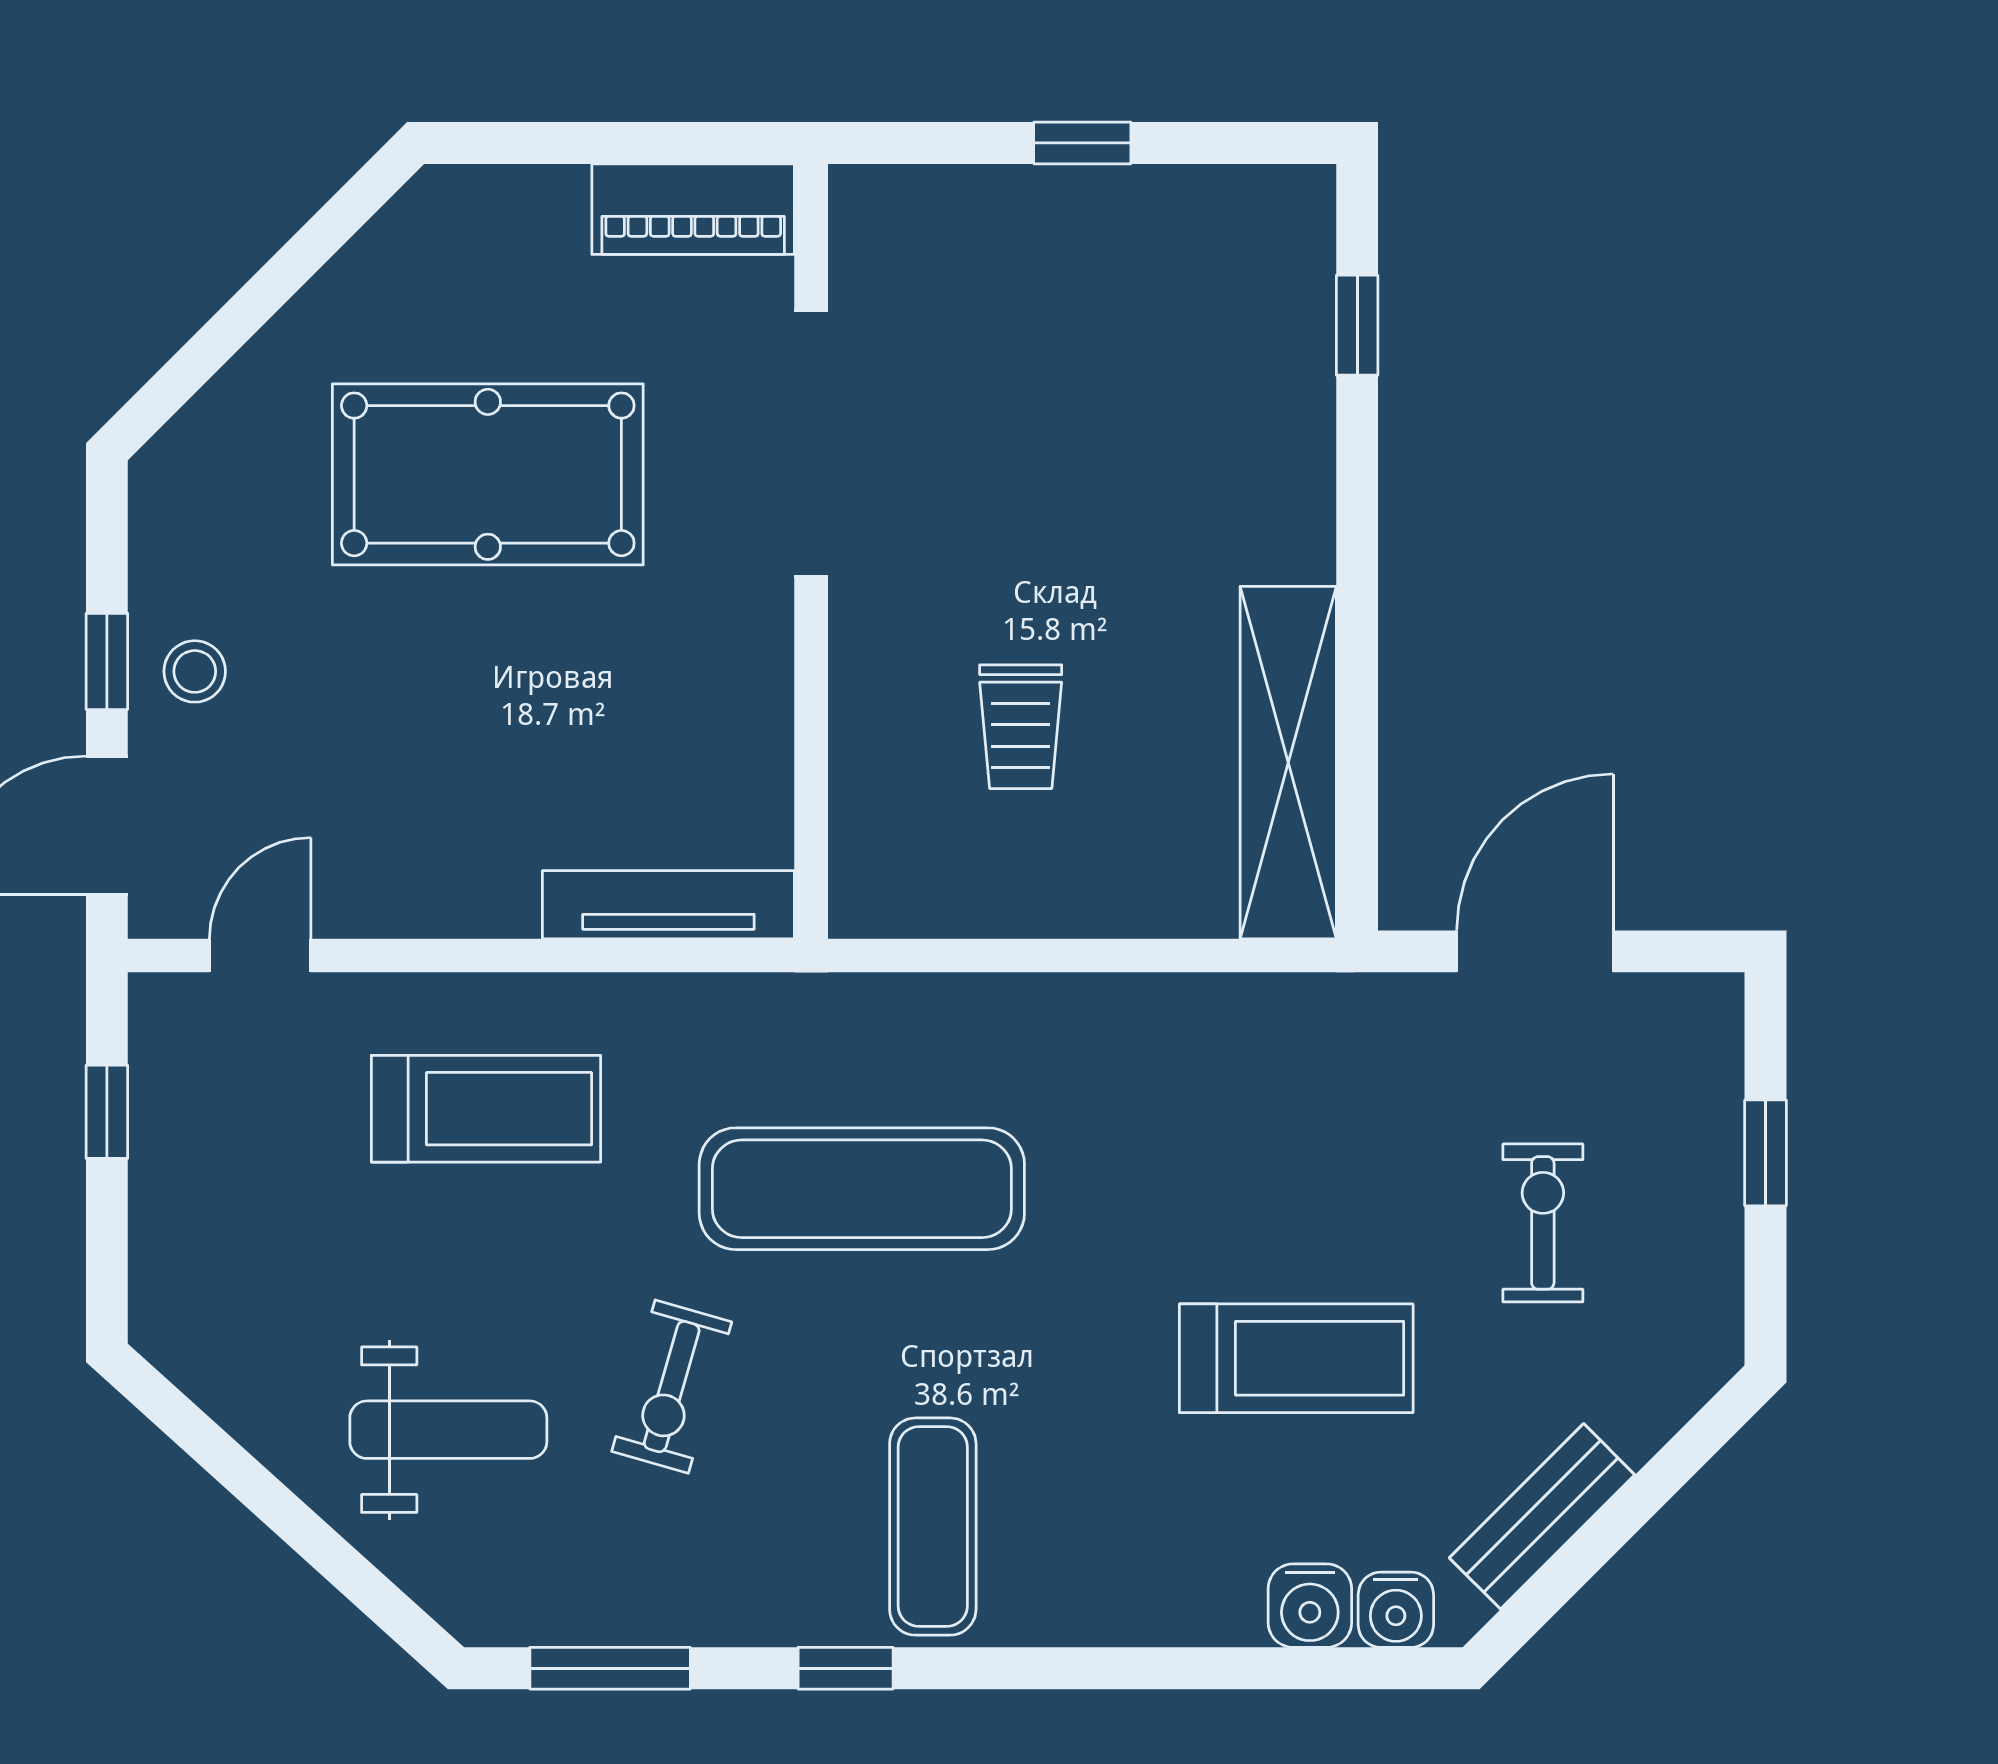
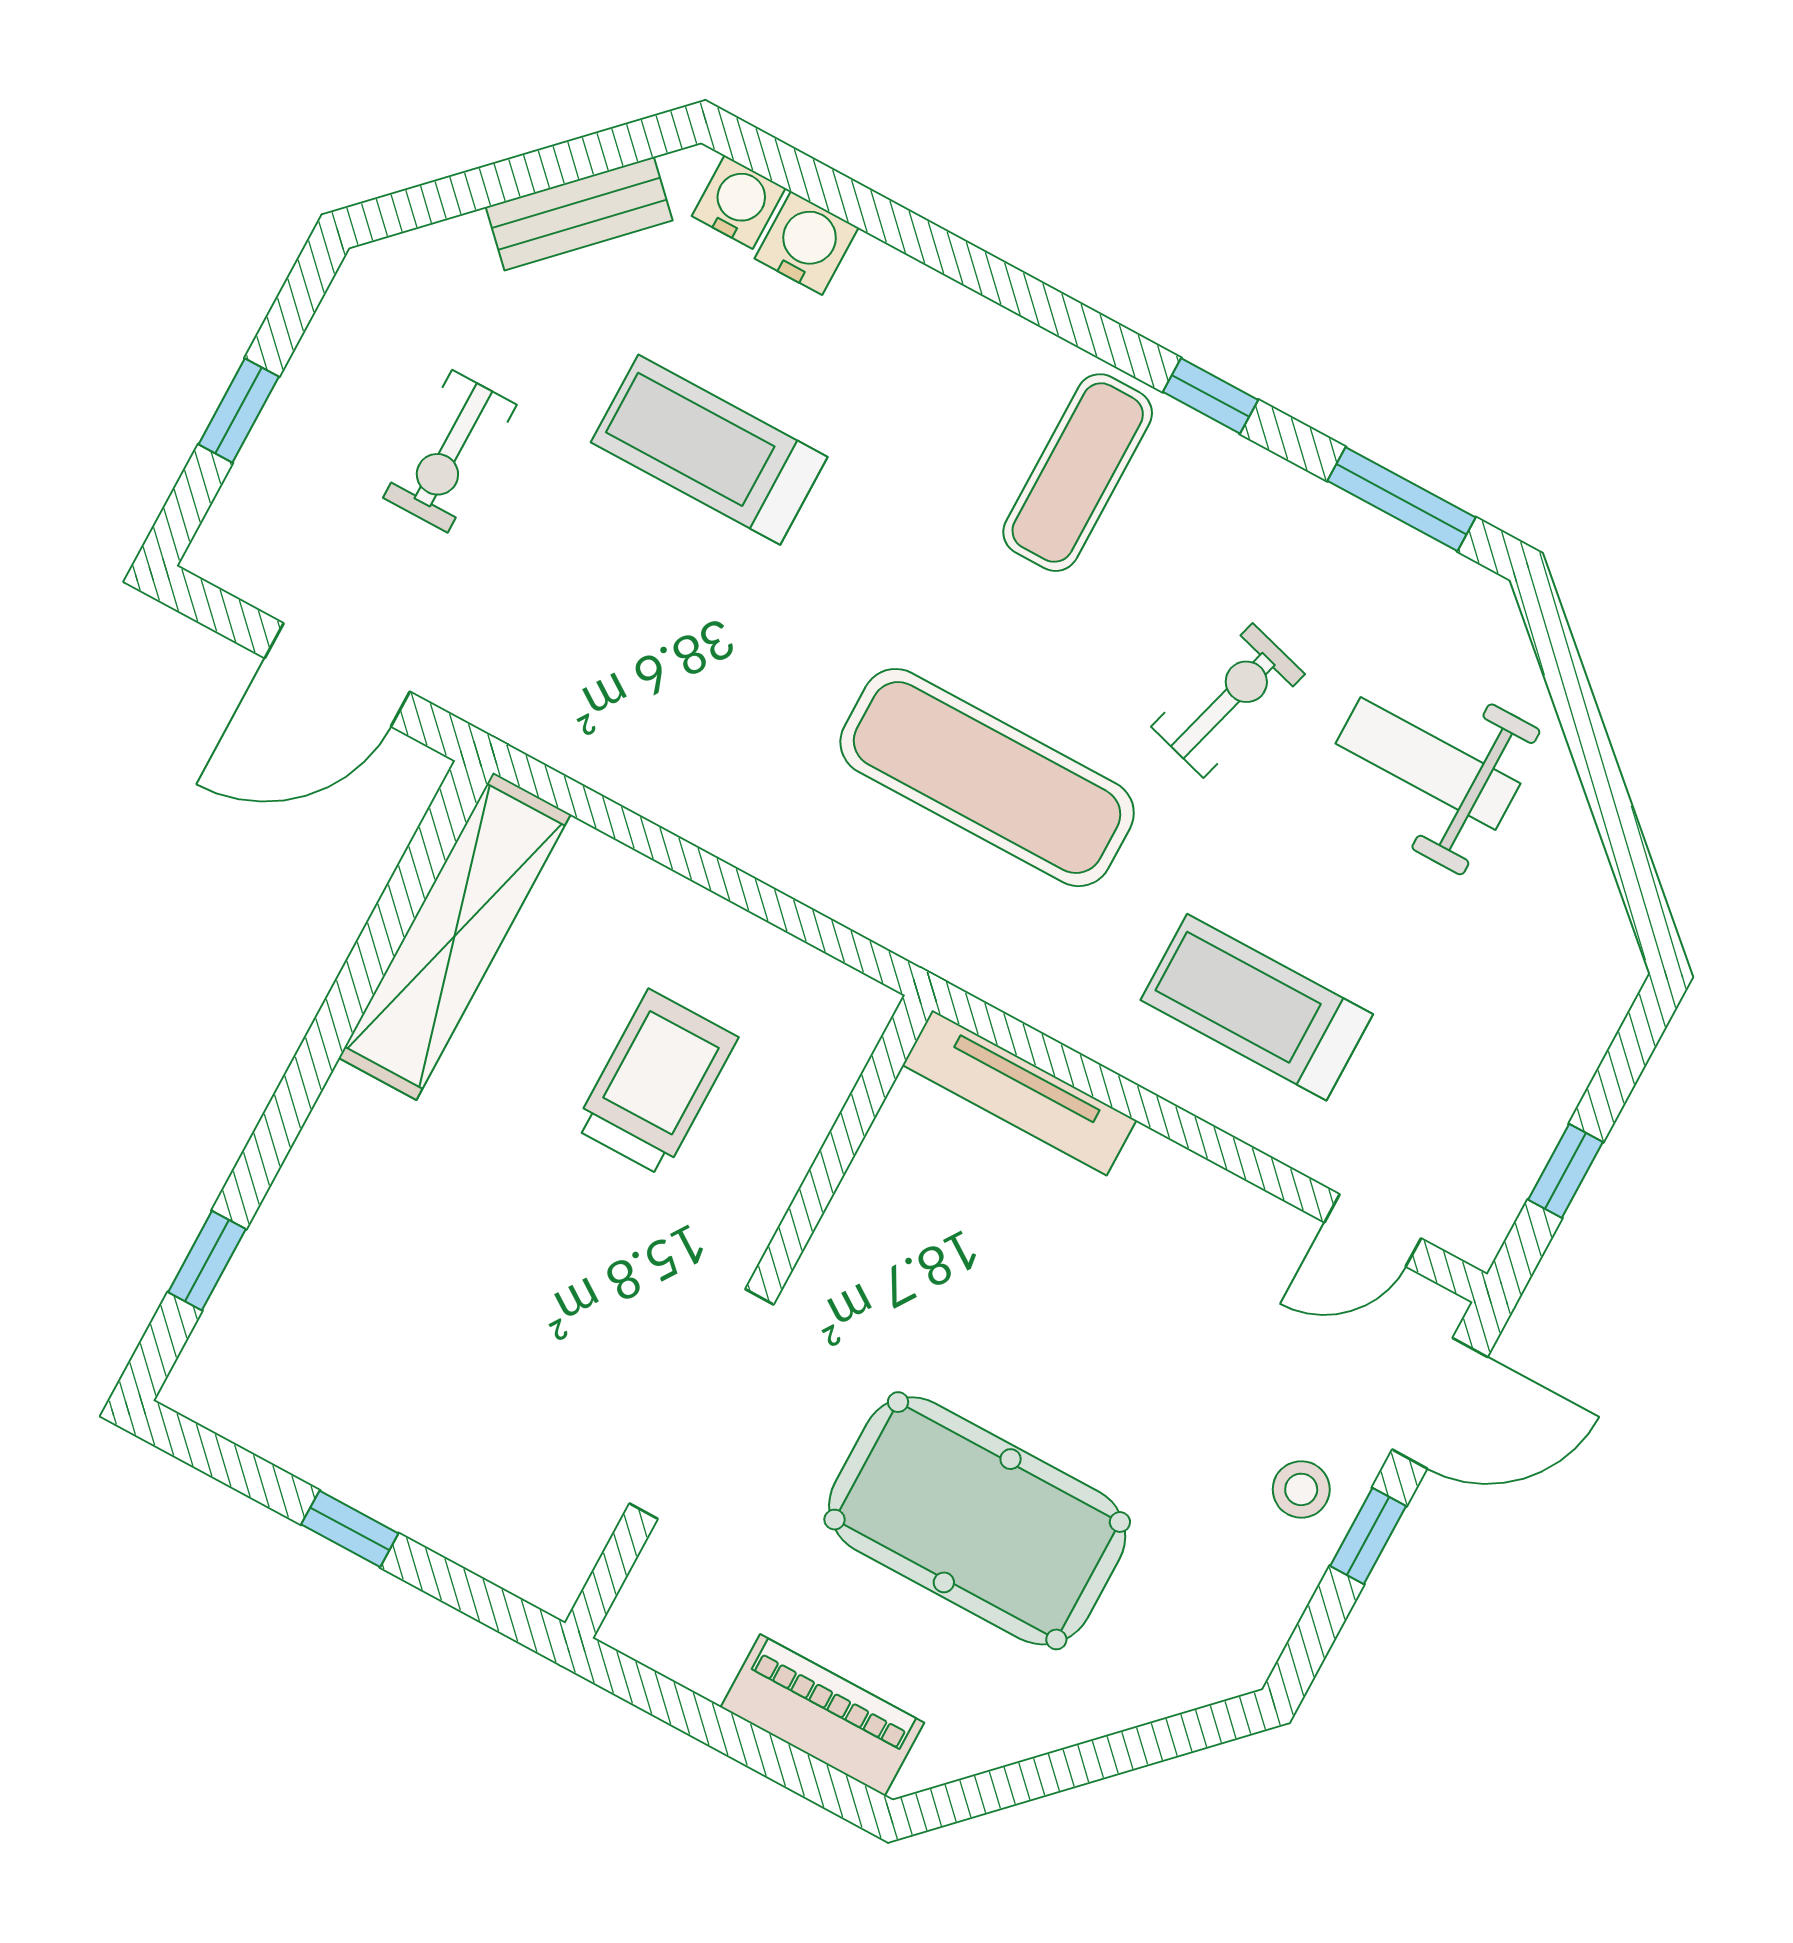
piano: (693, 209) -> (822, 1715), moved
trolley: (1021, 727) -> (656, 1083), width x1.36, depth x1.39

